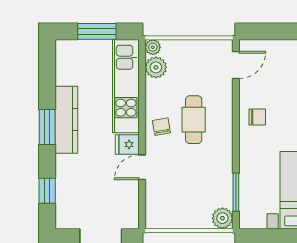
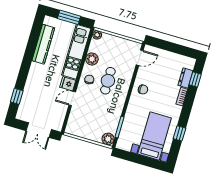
plant: (156, 67) -> (92, 59), moved
kitchen counter: (66, 120) -> (43, 44), moved
window: (47, 127) -> (27, 62), removed

